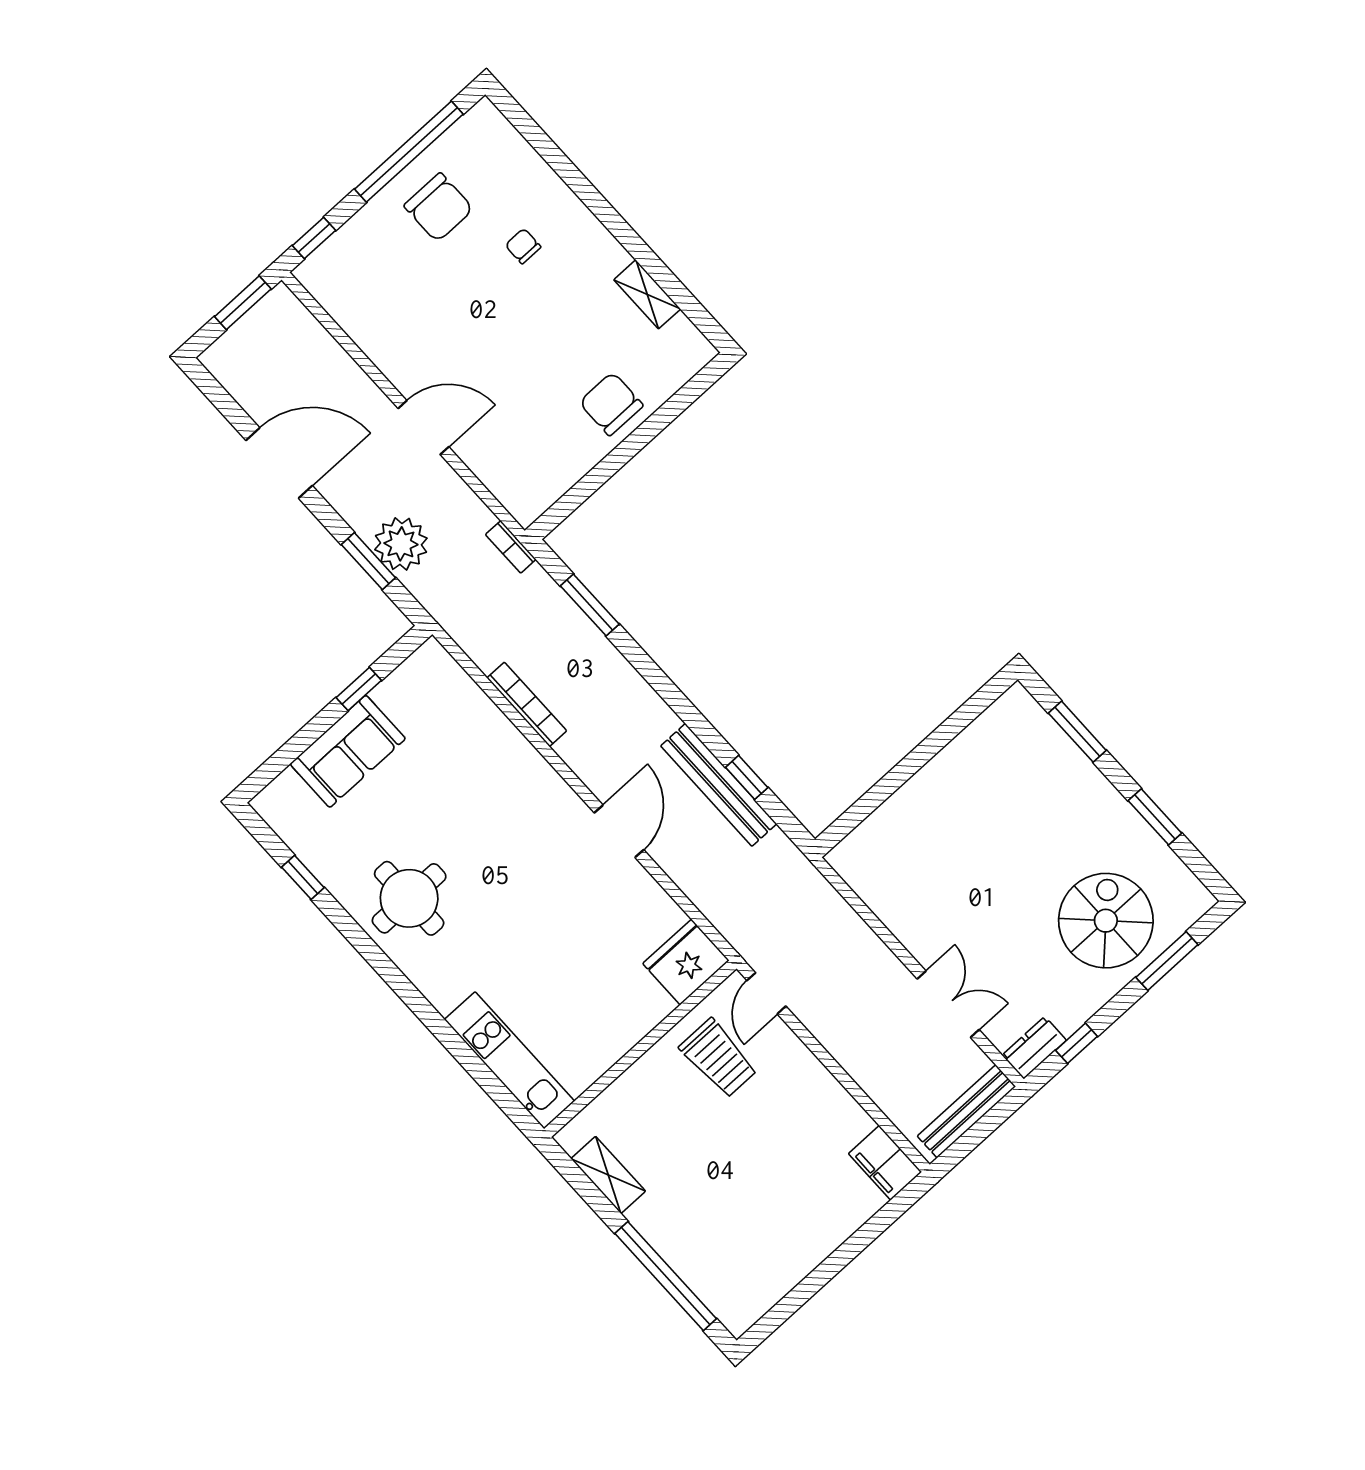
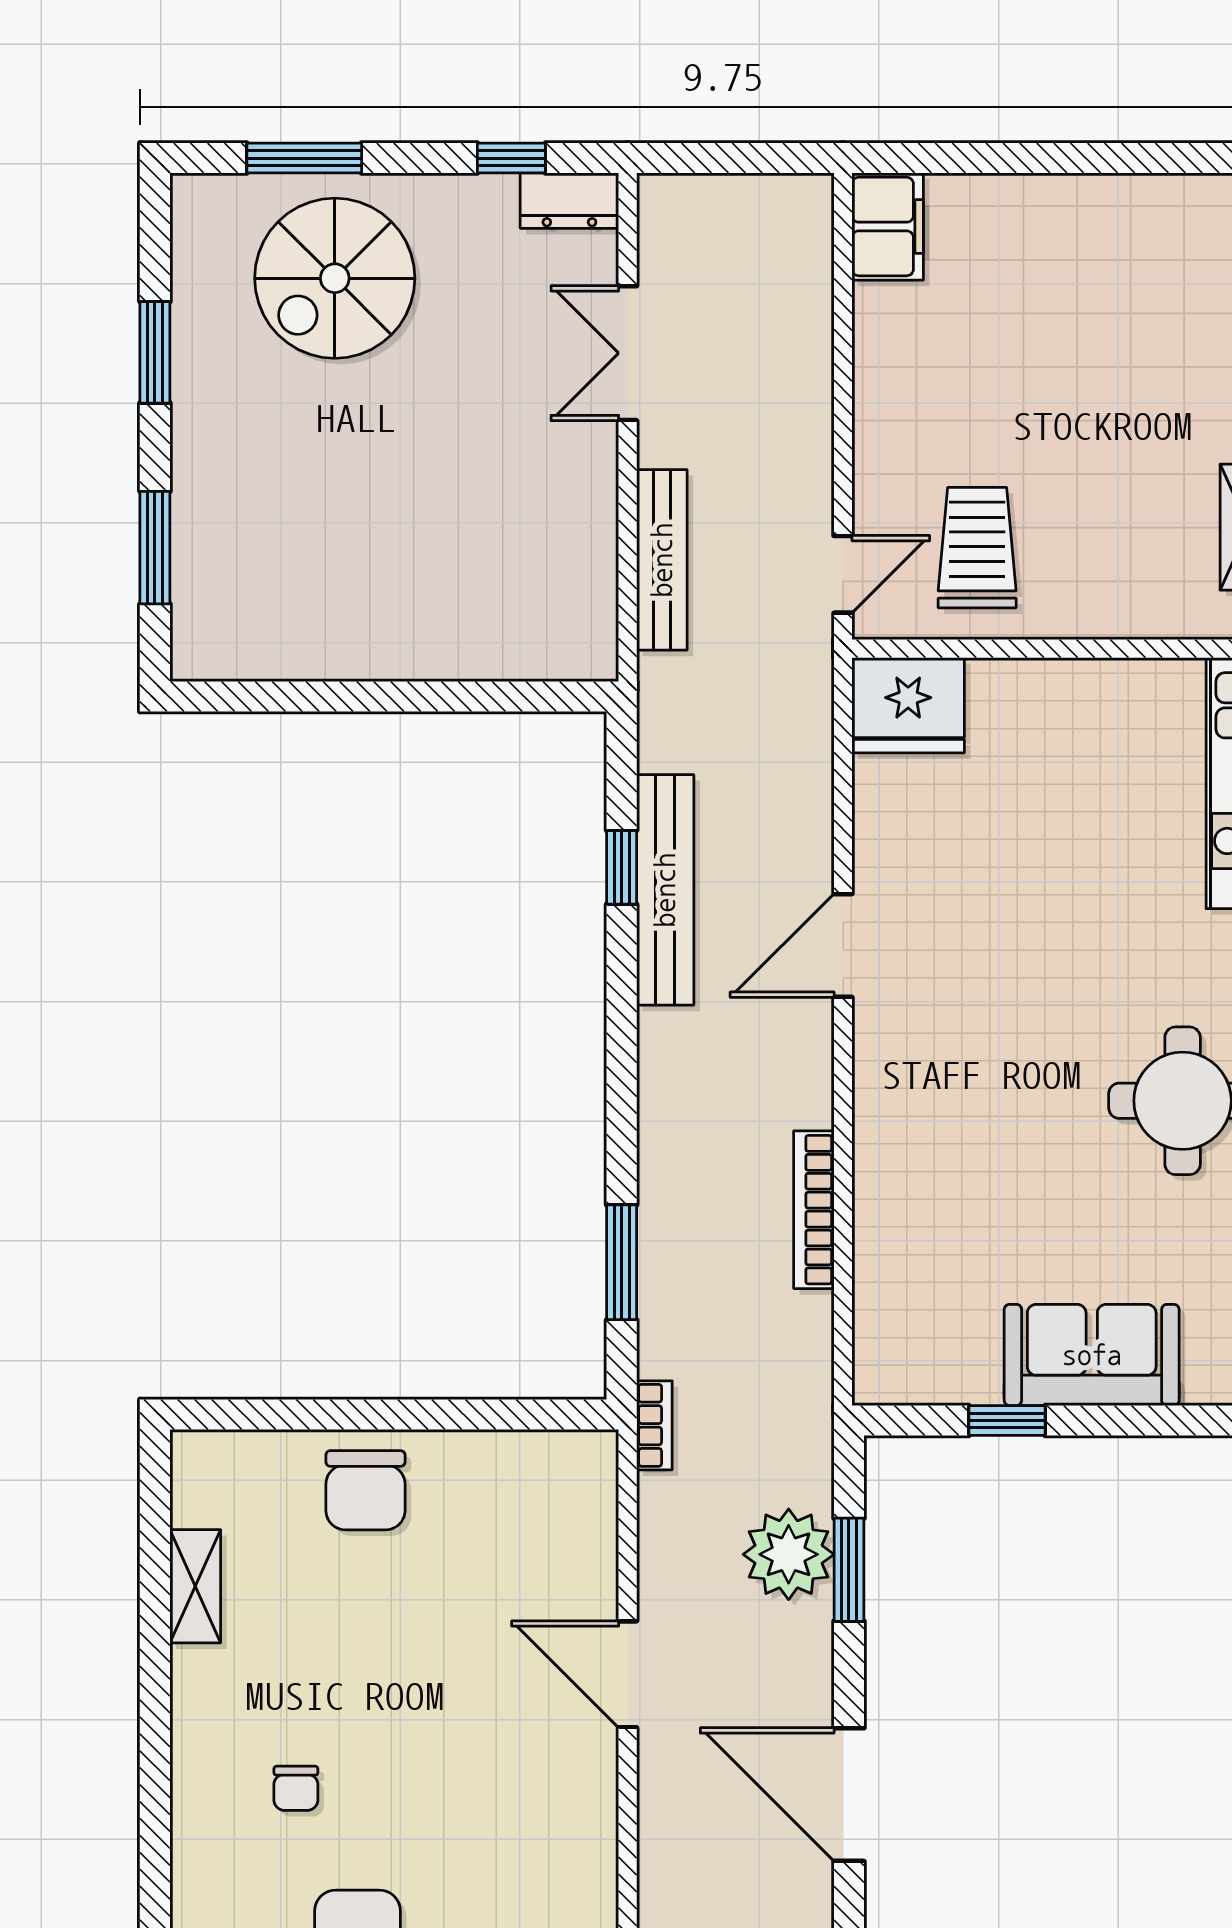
bench: (966, 1111) -> (662, 560), moved, turned 90

